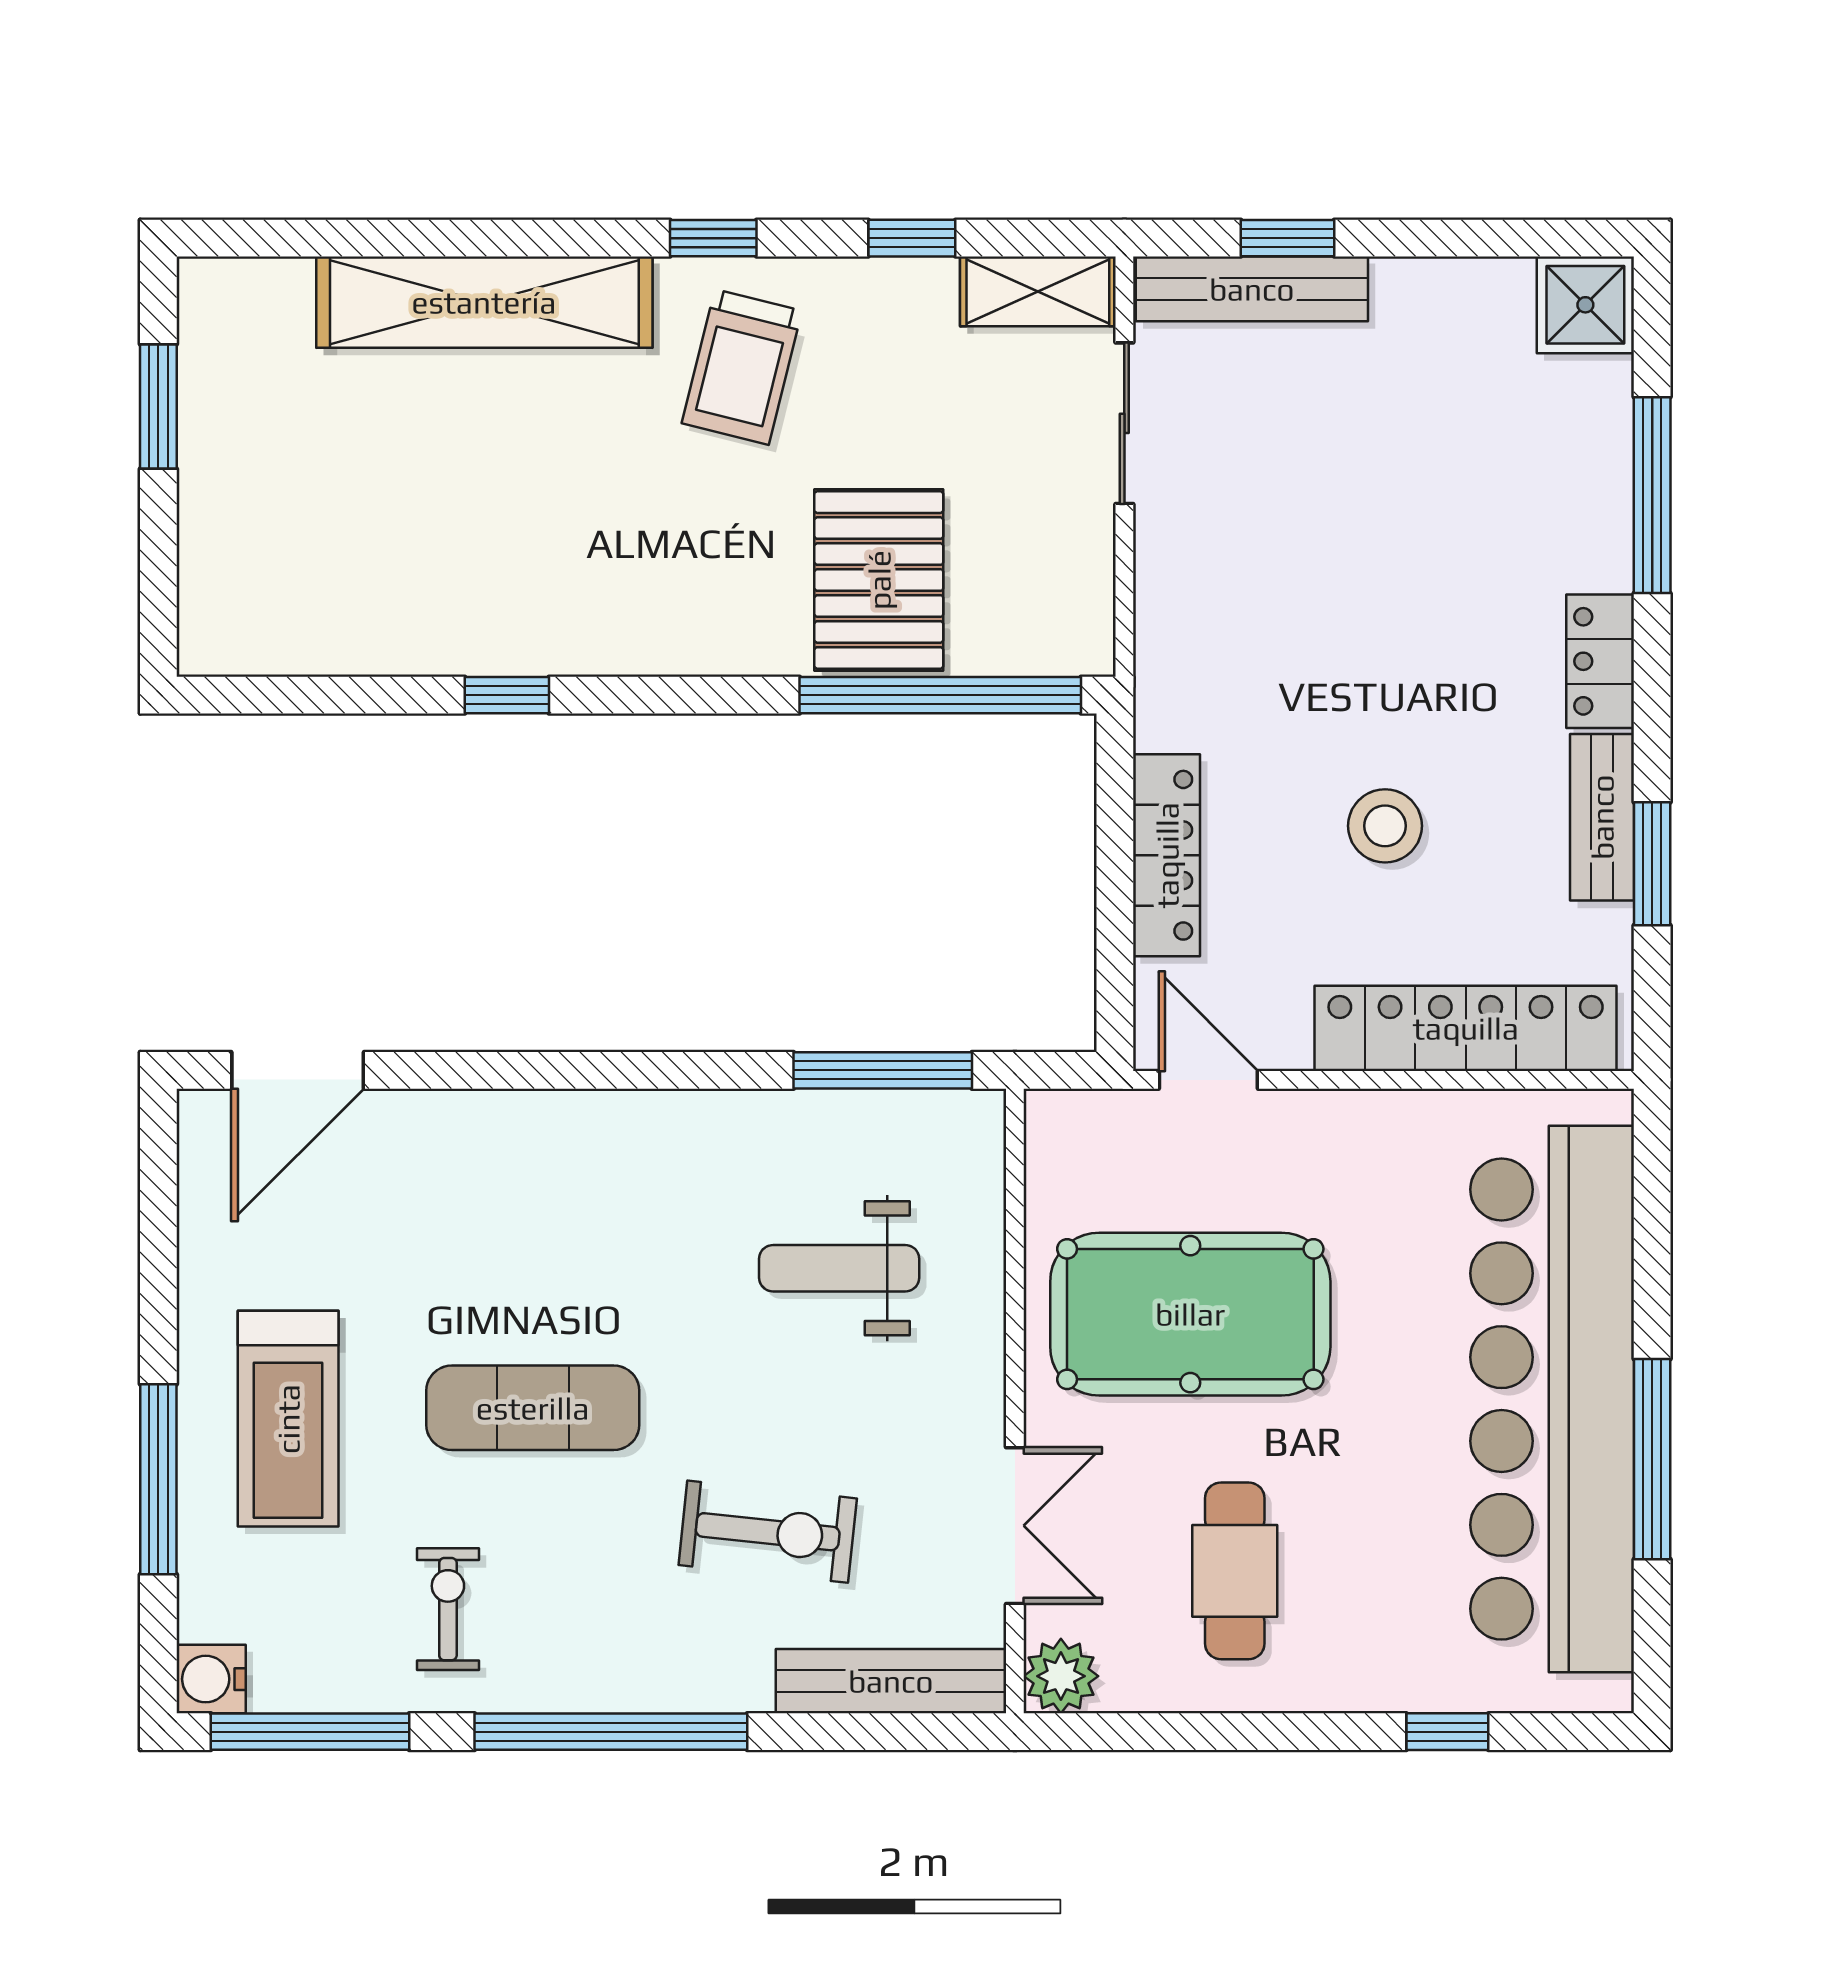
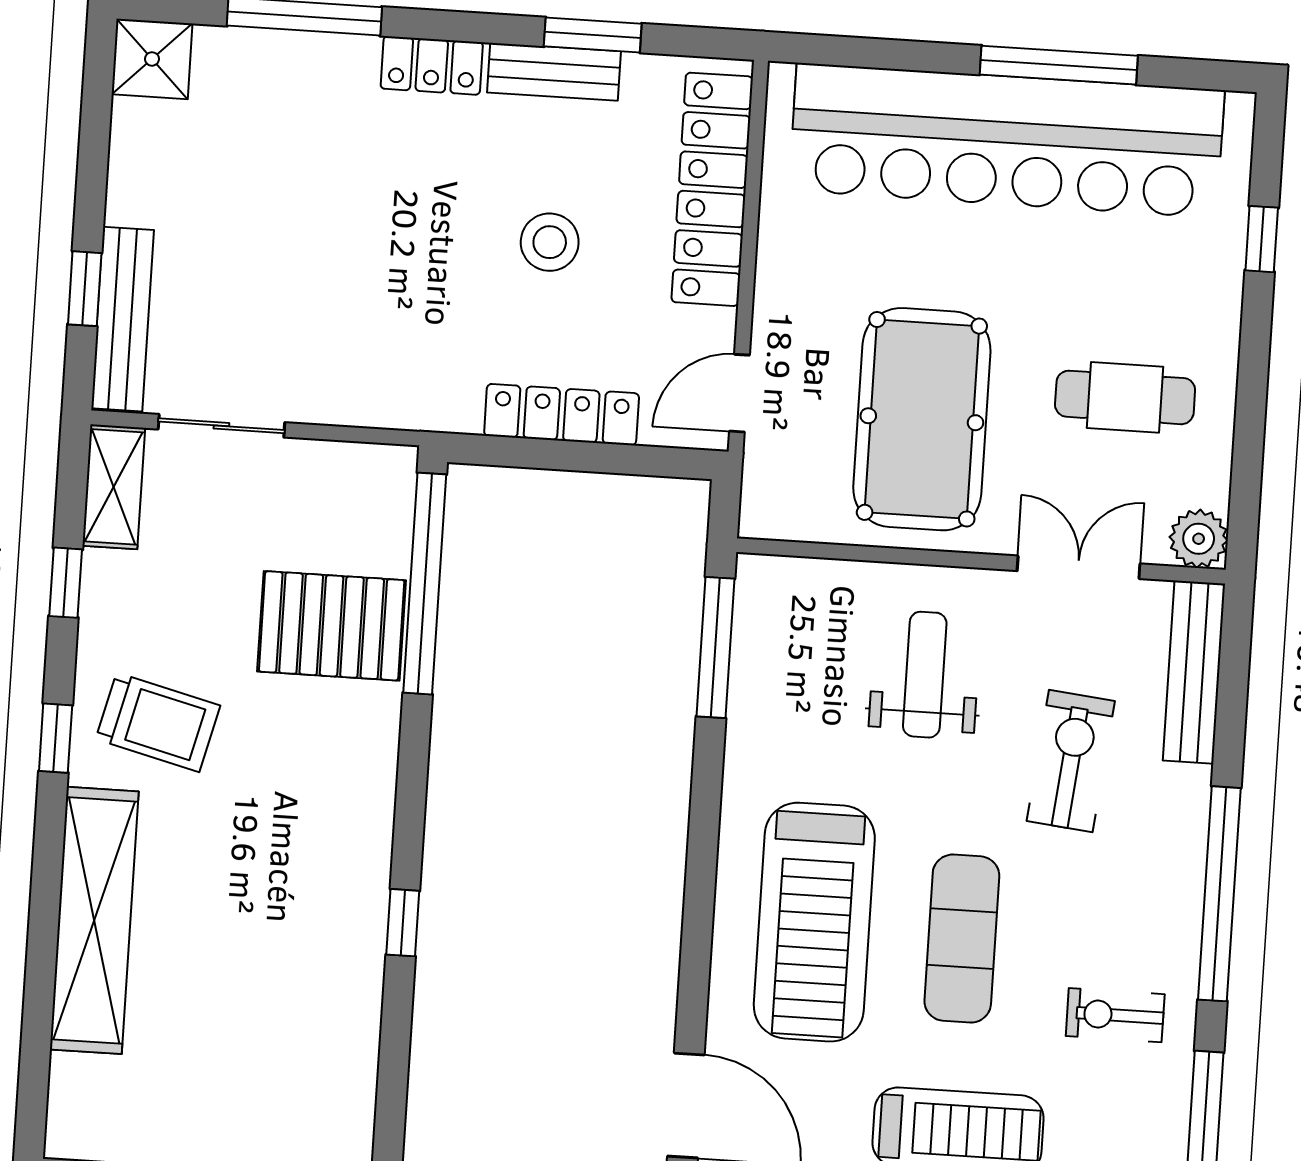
treadmill: (542, 1219) -> (814, 922), added
weight bench: (839, 1268) -> (925, 675), moved, turned 180

